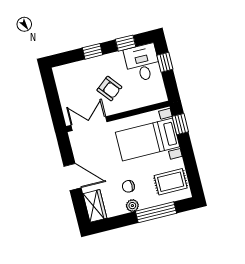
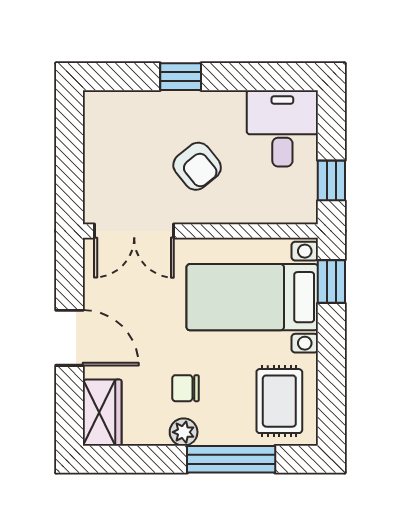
window: (126, 43) -> (257, 77), removed
window: (165, 62) -> (331, 180), moved
double door: (89, 124) -> (134, 231), swing flipped
rug: (171, 182) -> (279, 401), turned 90

